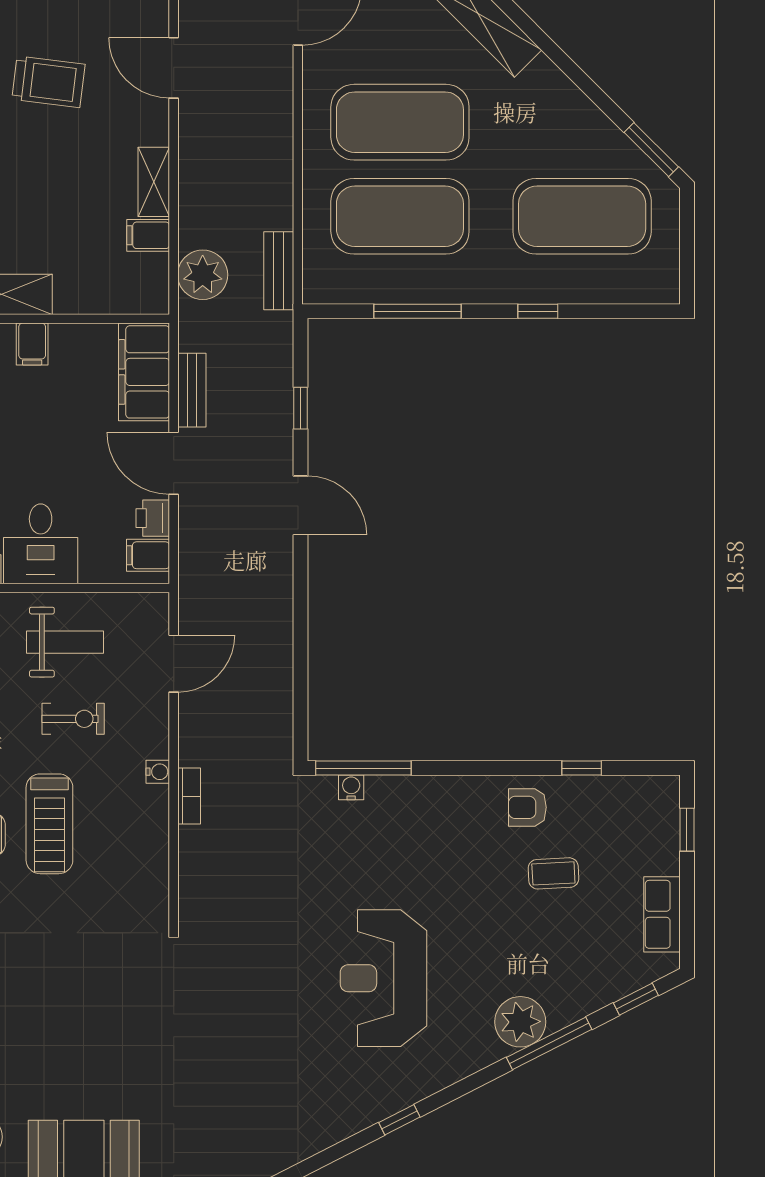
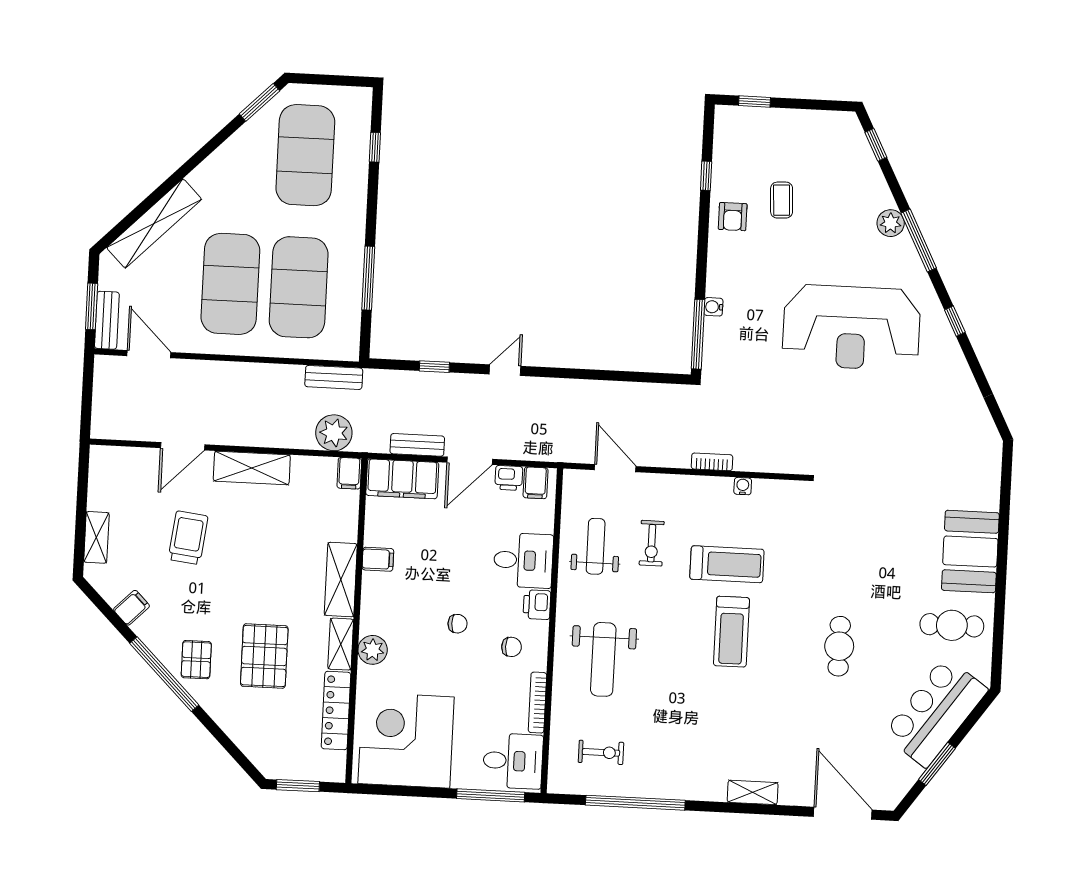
shelving: (154, 182) -> (252, 468), width x1.50, depth x1.33
filing cabinet: (148, 235) -> (349, 473), moved
window: (538, 311) -> (375, 147), moved
door: (301, 505) -> (505, 370), width x0.73
exercise bike: (73, 719) -> (652, 543), turned 180
water cooler: (158, 772) -> (743, 486), moved
water cooler: (351, 787) -> (713, 307), moved
row of seats: (662, 914) -> (815, 123), removed
reception desk: (383, 978) -> (851, 327), width x1.36, depth x1.30
plant: (520, 1022) -> (891, 223), width x0.73, depth x0.73
window: (549, 1043) -> (919, 241), moved

